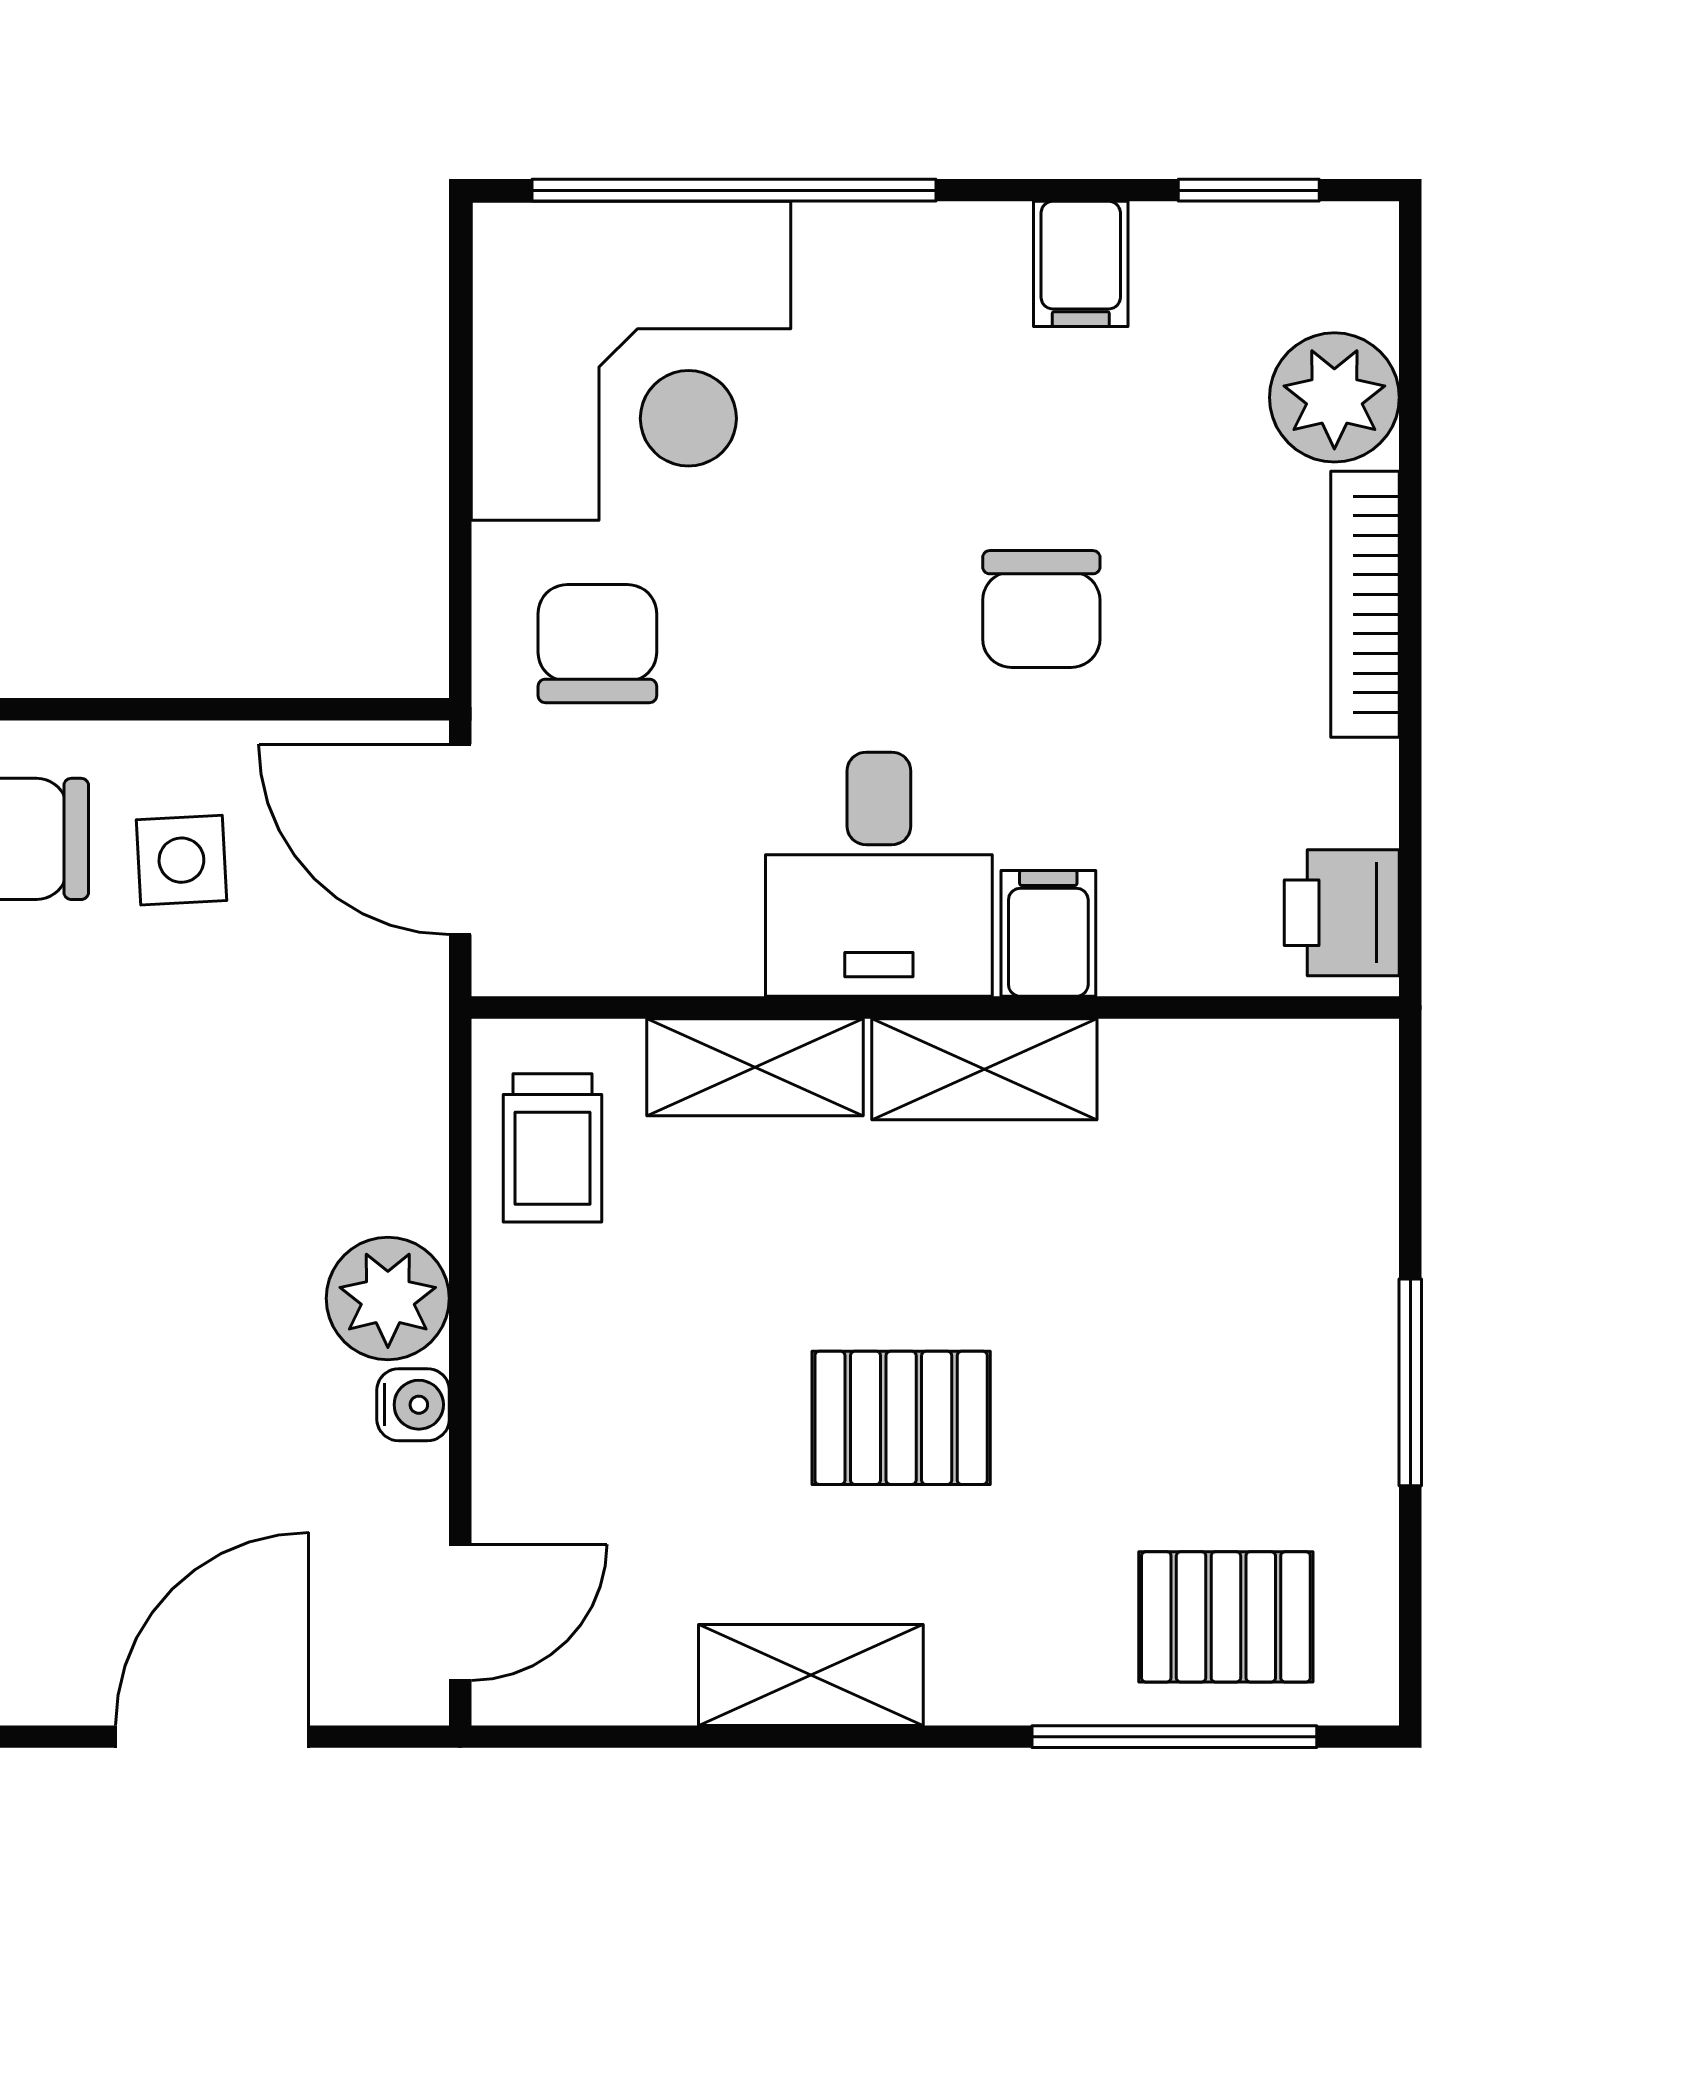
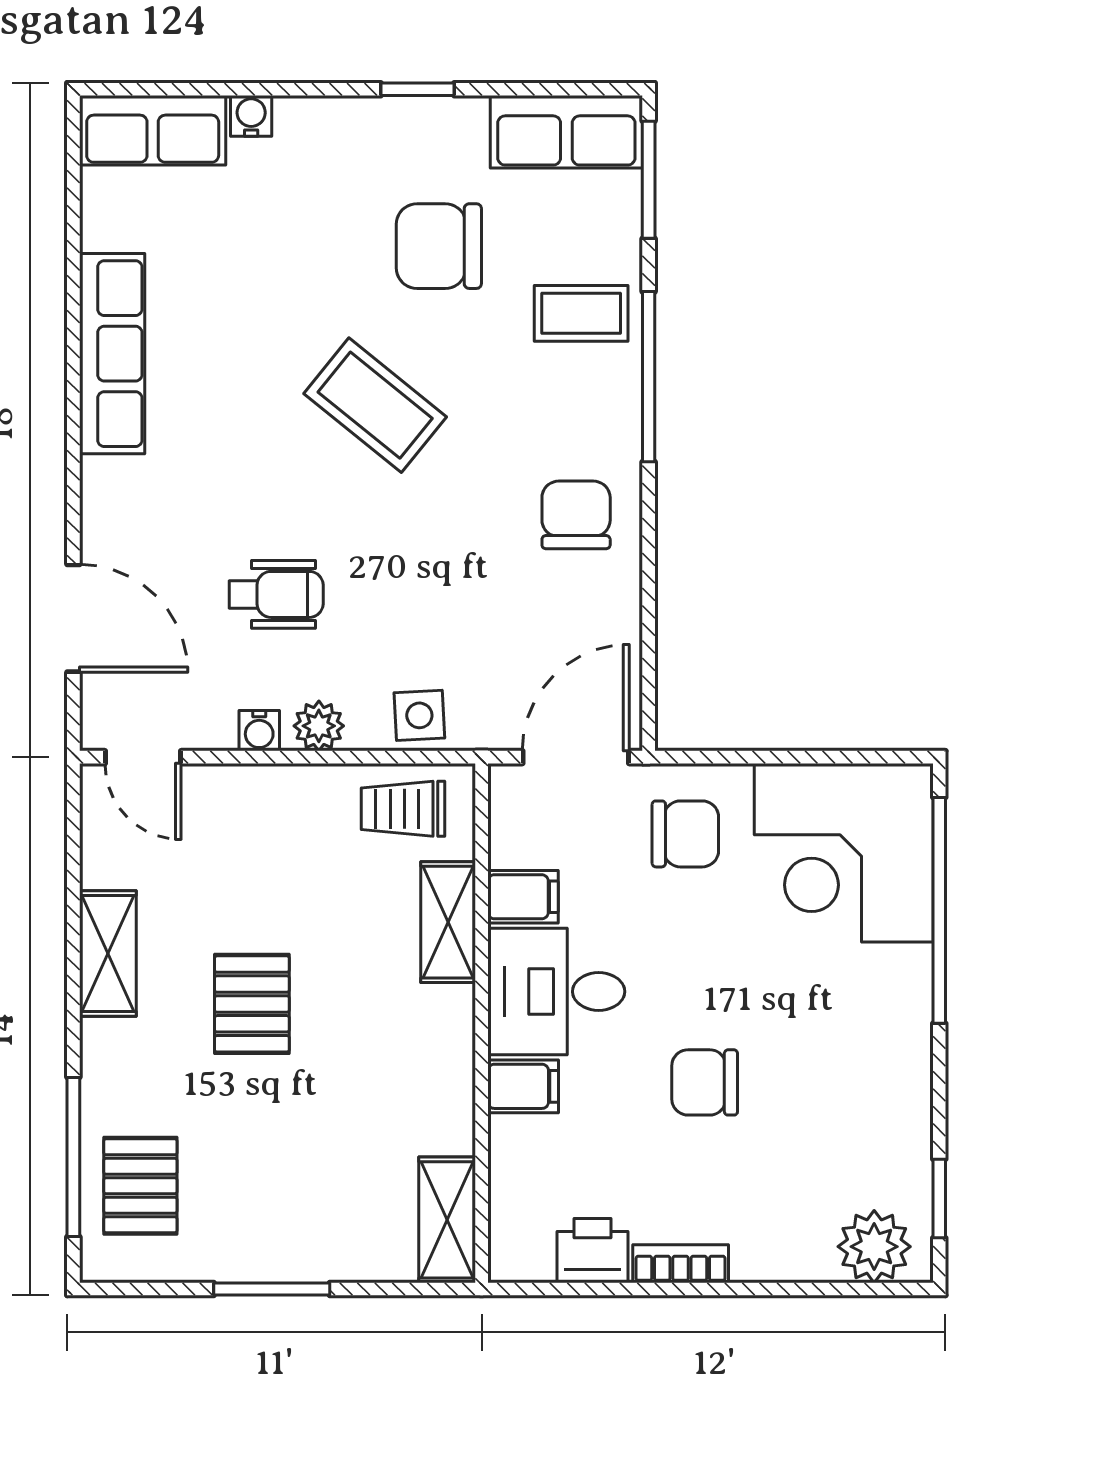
filing cabinet: (1081, 264) -> (523, 897), moved, turned 180
plant: (1334, 397) -> (874, 1247), moved
bookcase: (1365, 604) -> (681, 1264), width x0.64
side table: (181, 860) -> (419, 715), moved
printer: (1342, 913) -> (593, 1251), moved
shelving: (984, 1069) -> (447, 1220), moved
plant: (388, 1298) -> (319, 726), width x0.73, depth x0.73
wheelchair: (170, 1375) -> (276, 594), added

